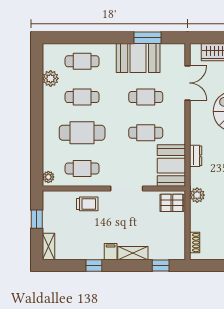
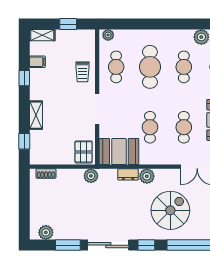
plant: (198, 136) -> (147, 176), added
filing cabinet: (111, 252) -> (37, 62), moved

